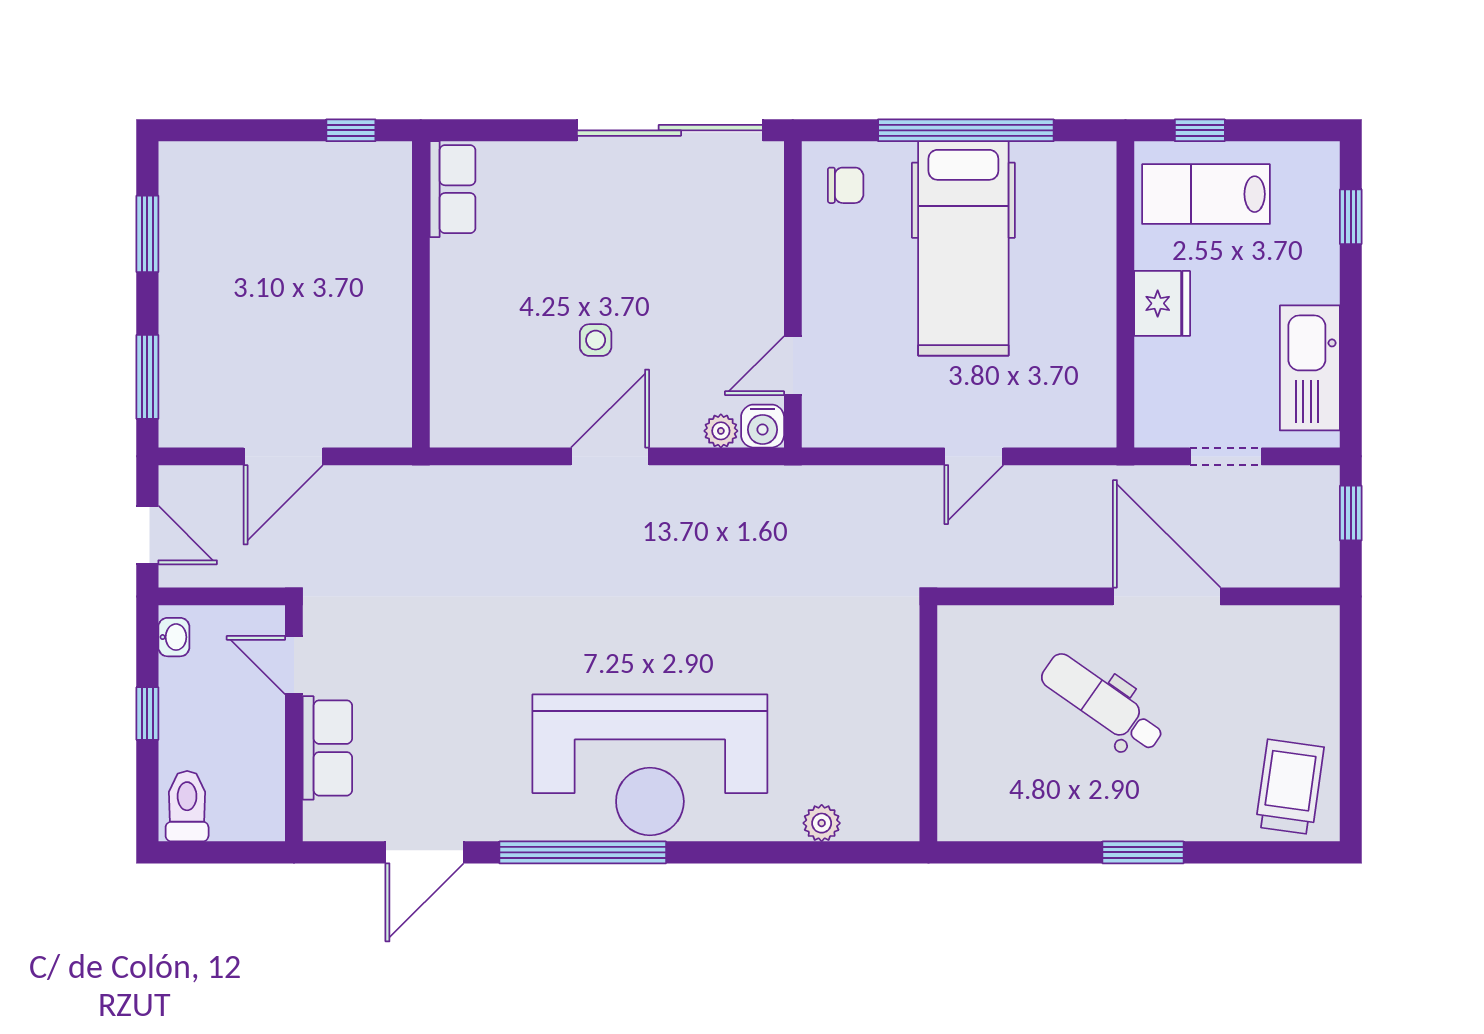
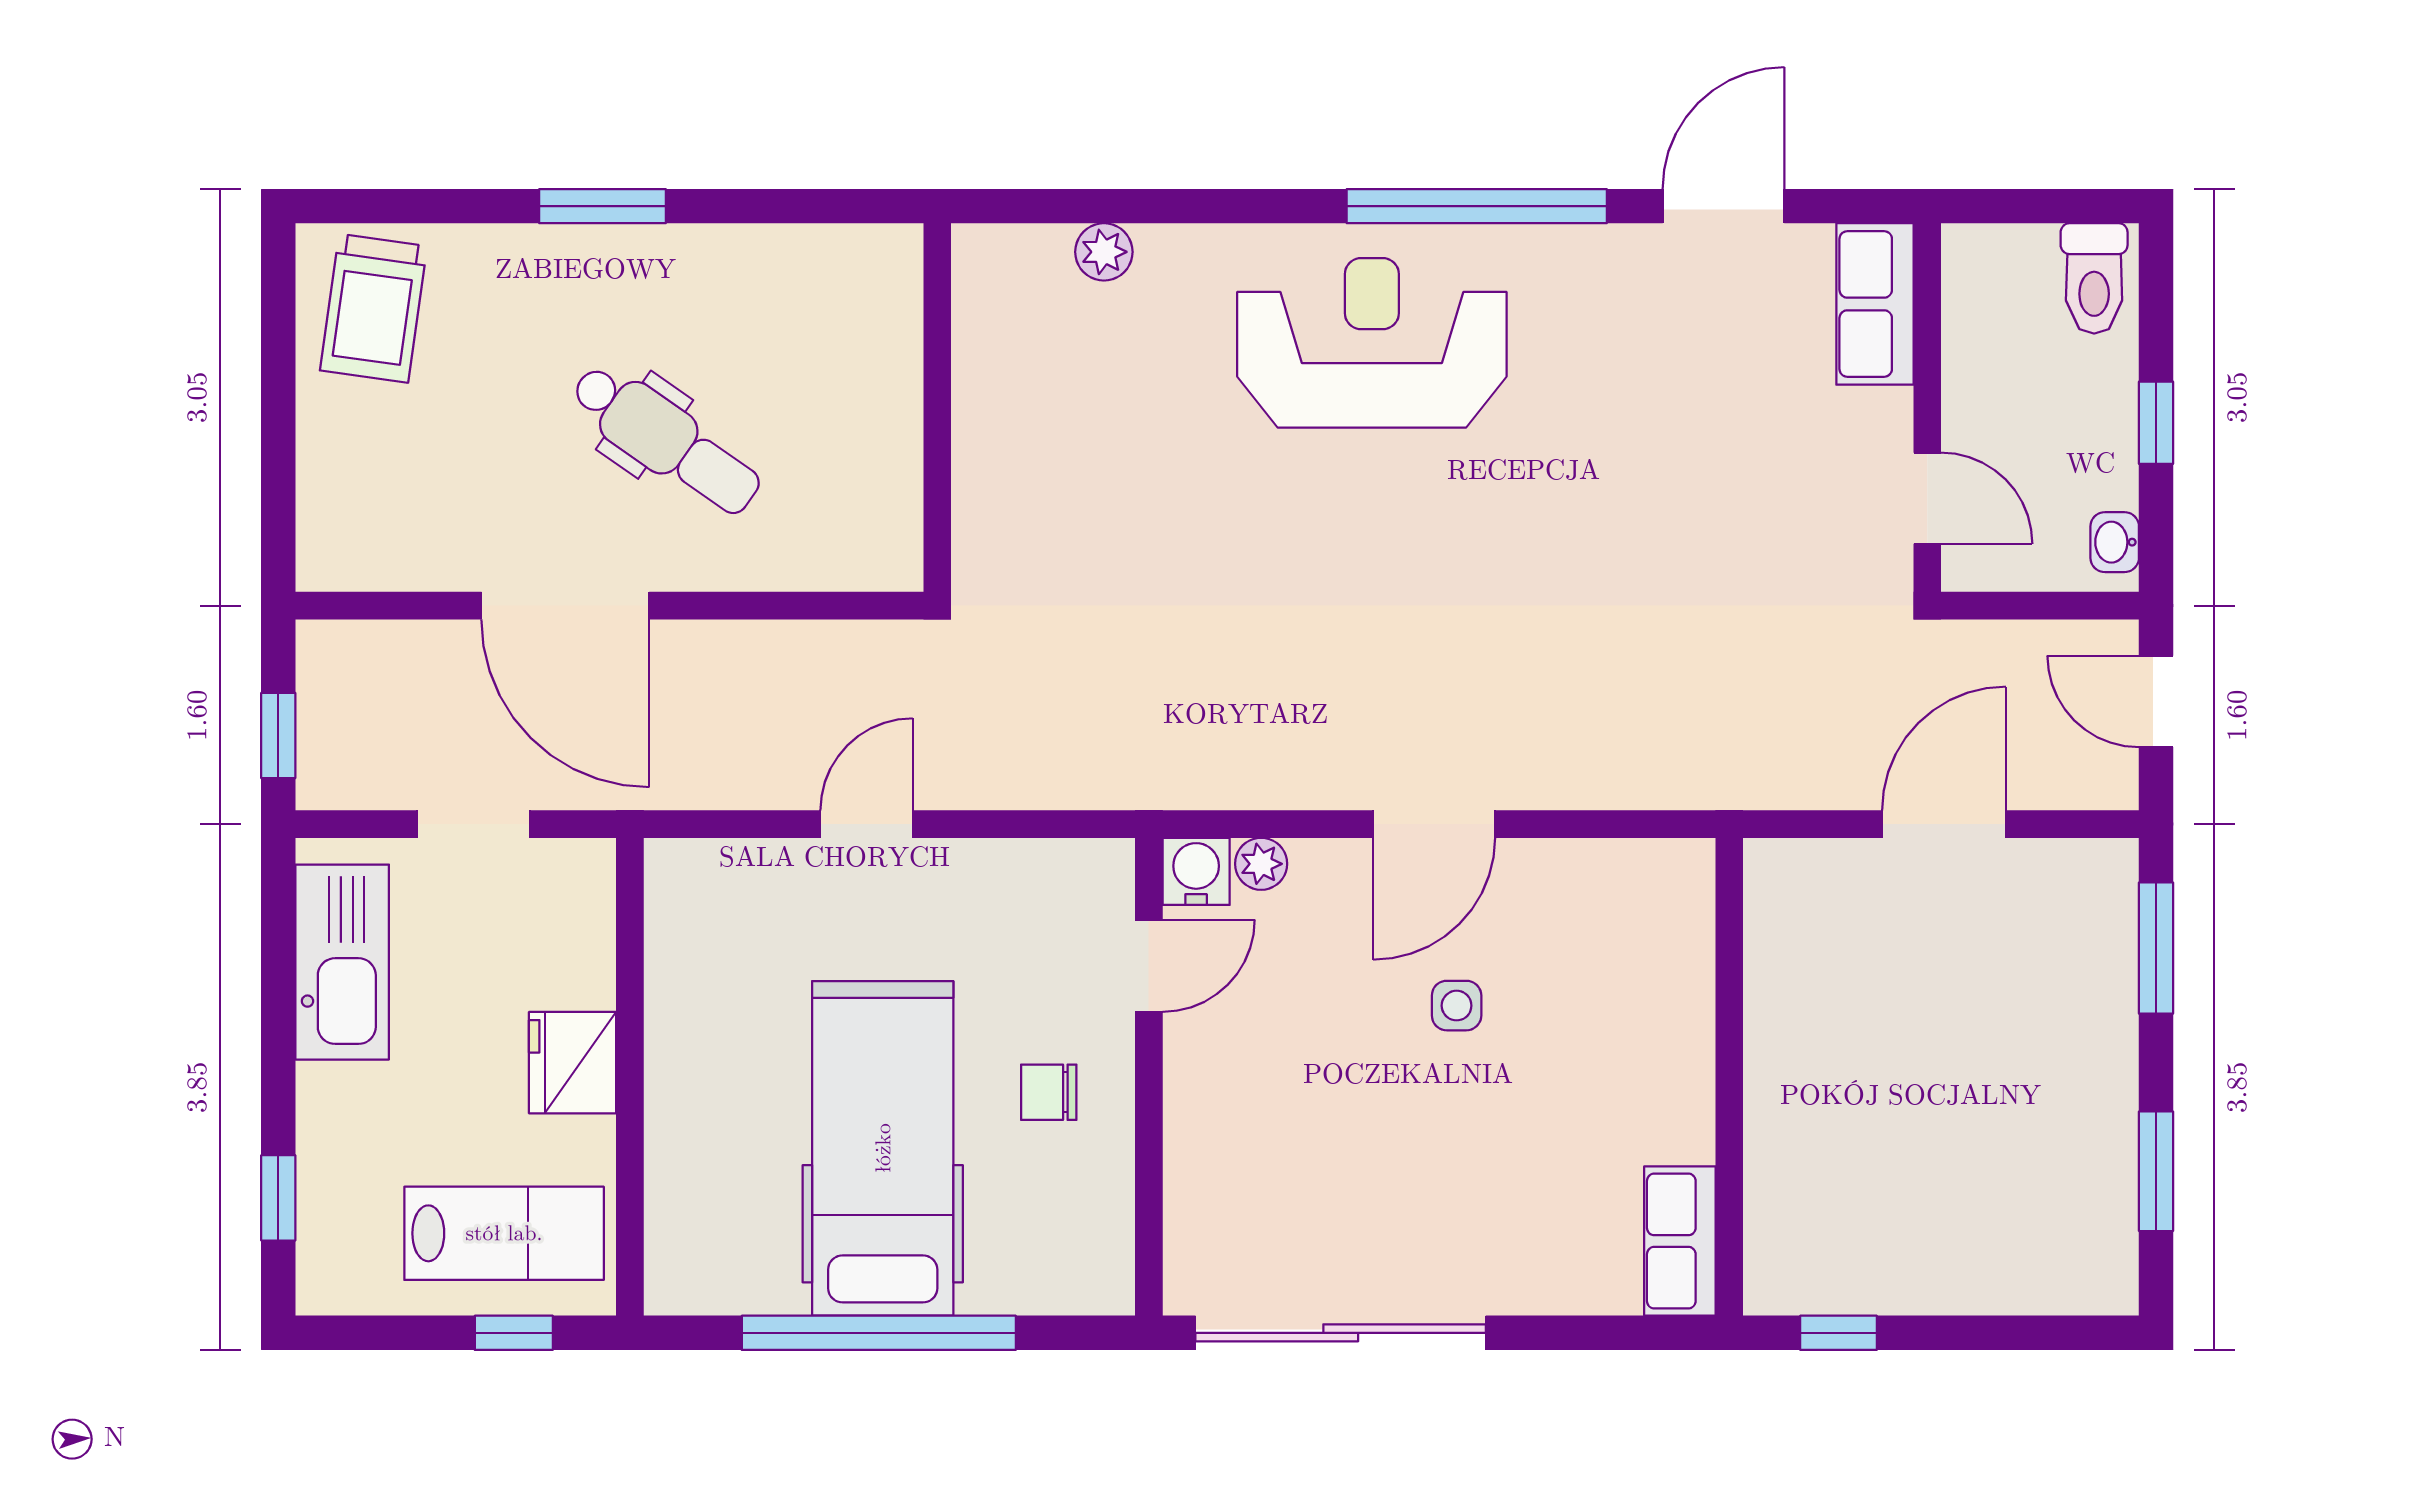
chair: (846, 185) -> (1049, 1092), moved
row of seats: (327, 748) -> (1875, 304), moved
reception desk: (650, 765) -> (1372, 343), width x0.74, depth x0.77

